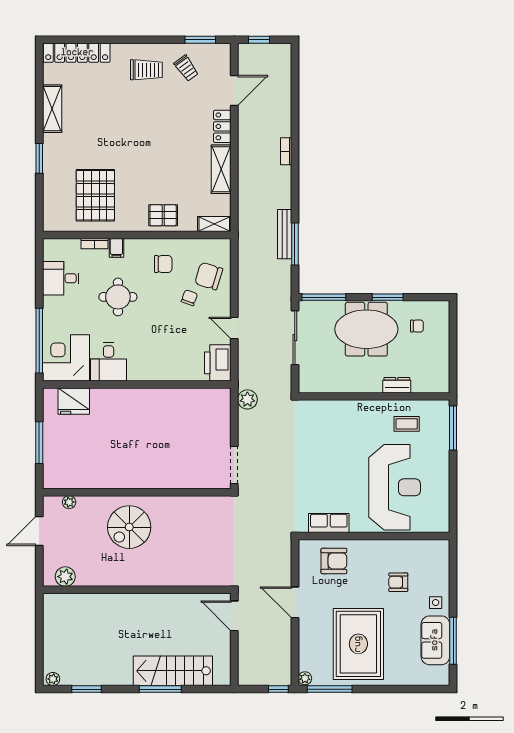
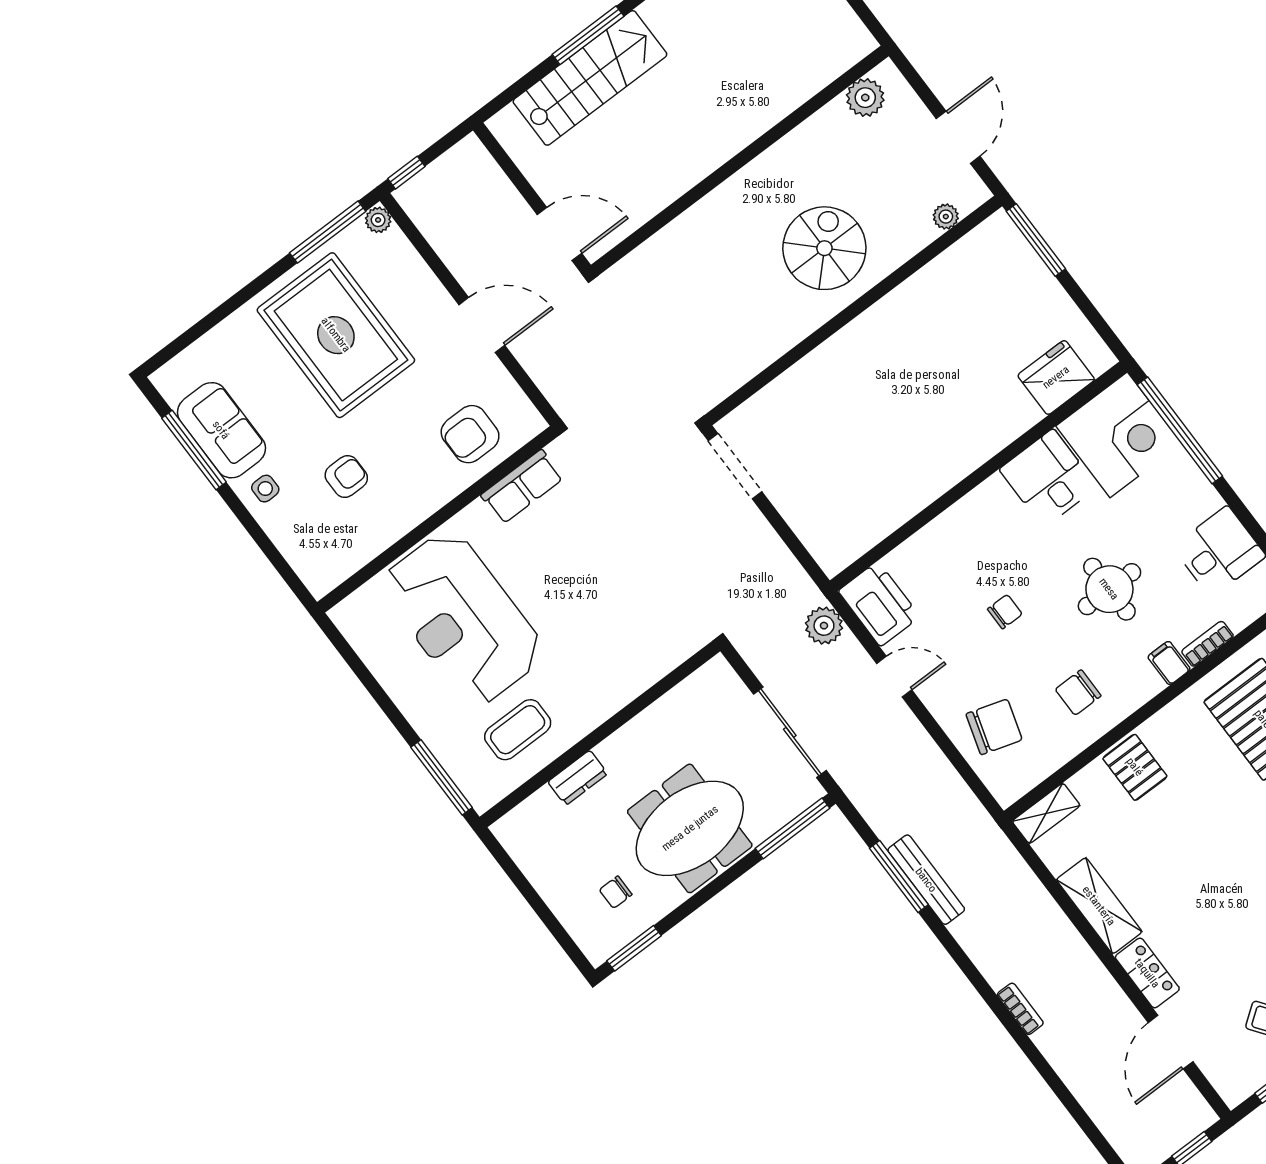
pallet: (163, 215) -> (1135, 767), turned 90
window: (388, 297) -> (634, 948), moved
chair: (189, 298) -> (1005, 612), moved, turned -110
plant: (247, 399) -> (824, 626), moved
coffee table: (407, 424) -> (518, 730), width x1.36, depth x1.30
window: (39, 443) -> (1036, 240), moved

